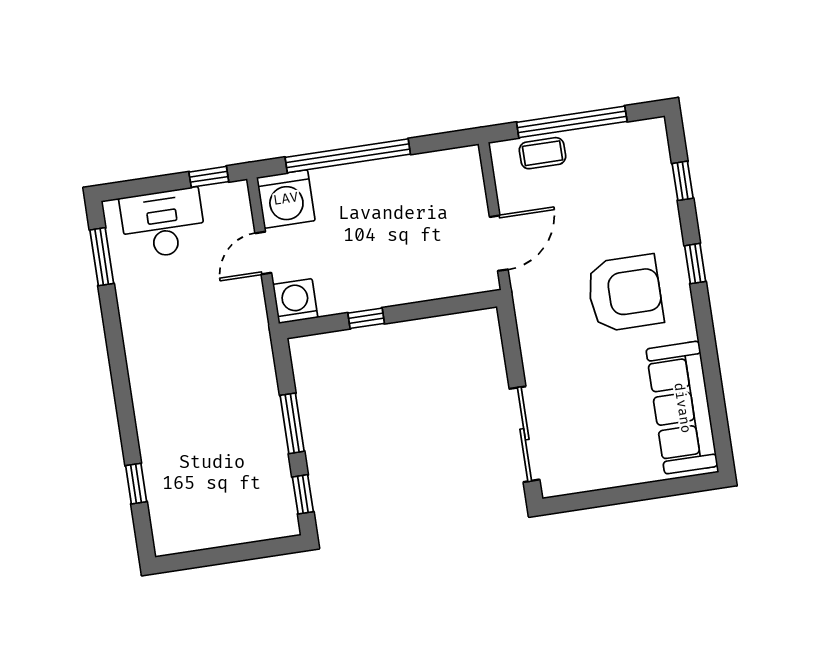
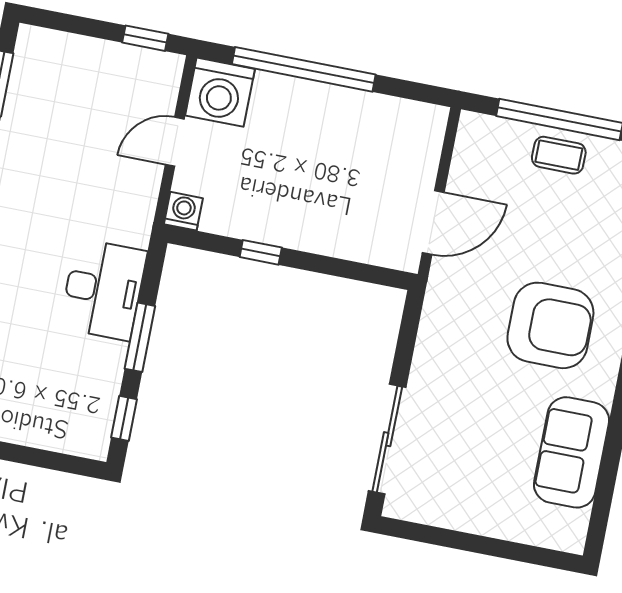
coffee table: (542, 153) -> (559, 155), moved
desk: (163, 223) -> (103, 290), moved, turned 90
washing machine: (295, 301) -> (183, 211), width x0.73, depth x0.73
sofa: (682, 408) -> (572, 452), width x0.73

